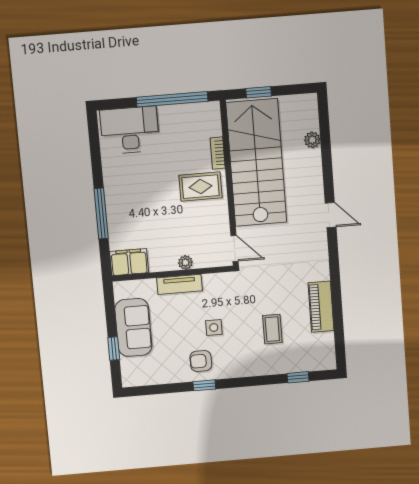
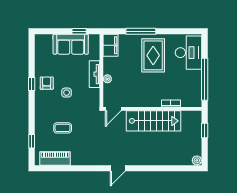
plant: (312, 140) -> (197, 160), moved
stairs: (256, 163) -> (154, 121), width x0.73, depth x0.66
rug: (201, 187) -> (153, 55), moved, width x1.36, depth x1.43
door: (331, 215) -> (118, 168), moved
piano: (321, 307) -> (55, 158), moved
window: (114, 348) -> (79, 31), moved

